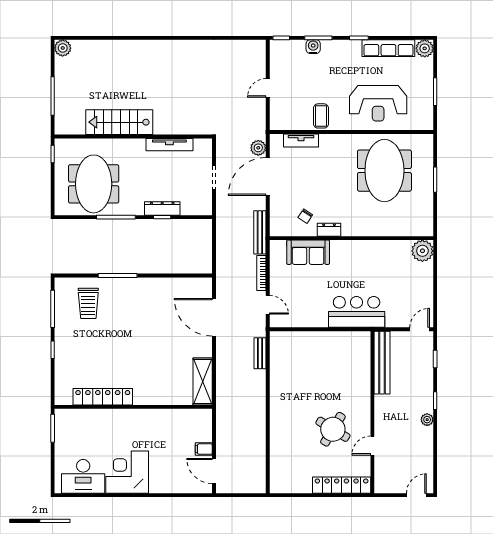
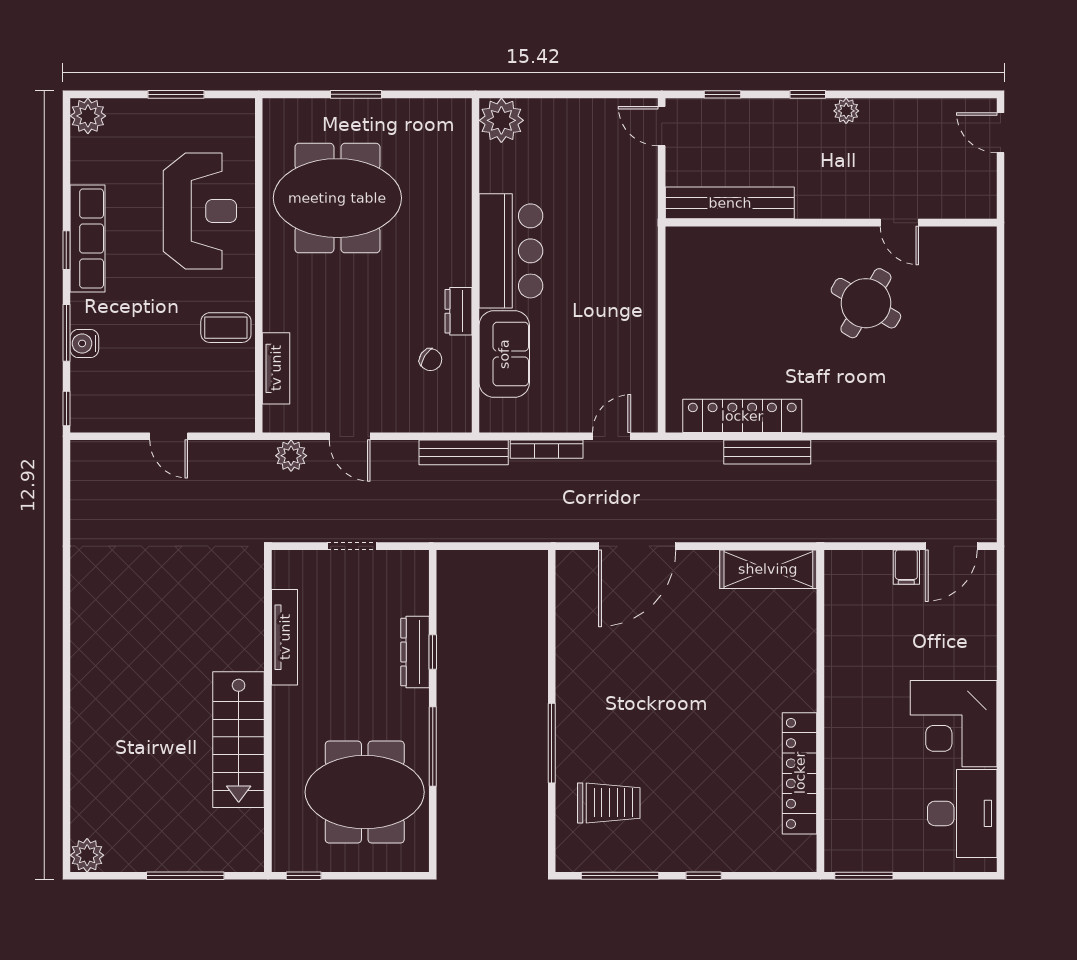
row of seats: (388, 48) -> (87, 239), moved
door: (268, 176) -> (350, 436), width x0.53
bar counter: (357, 312) -> (511, 251), moved, turned 180
bench: (260, 353) -> (767, 452), moved, width x1.36
locker: (342, 485) -> (742, 416), moved, turned 90

